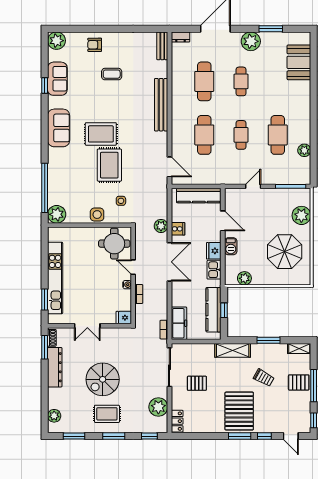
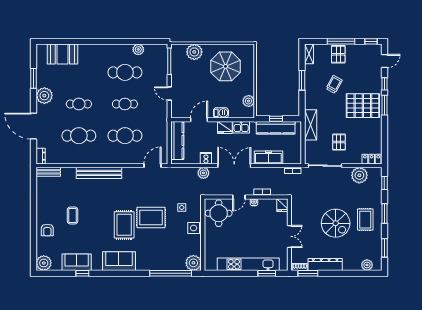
freezer: (179, 323) -> (268, 157), moved
shelving: (233, 350) -> (311, 125), moved

